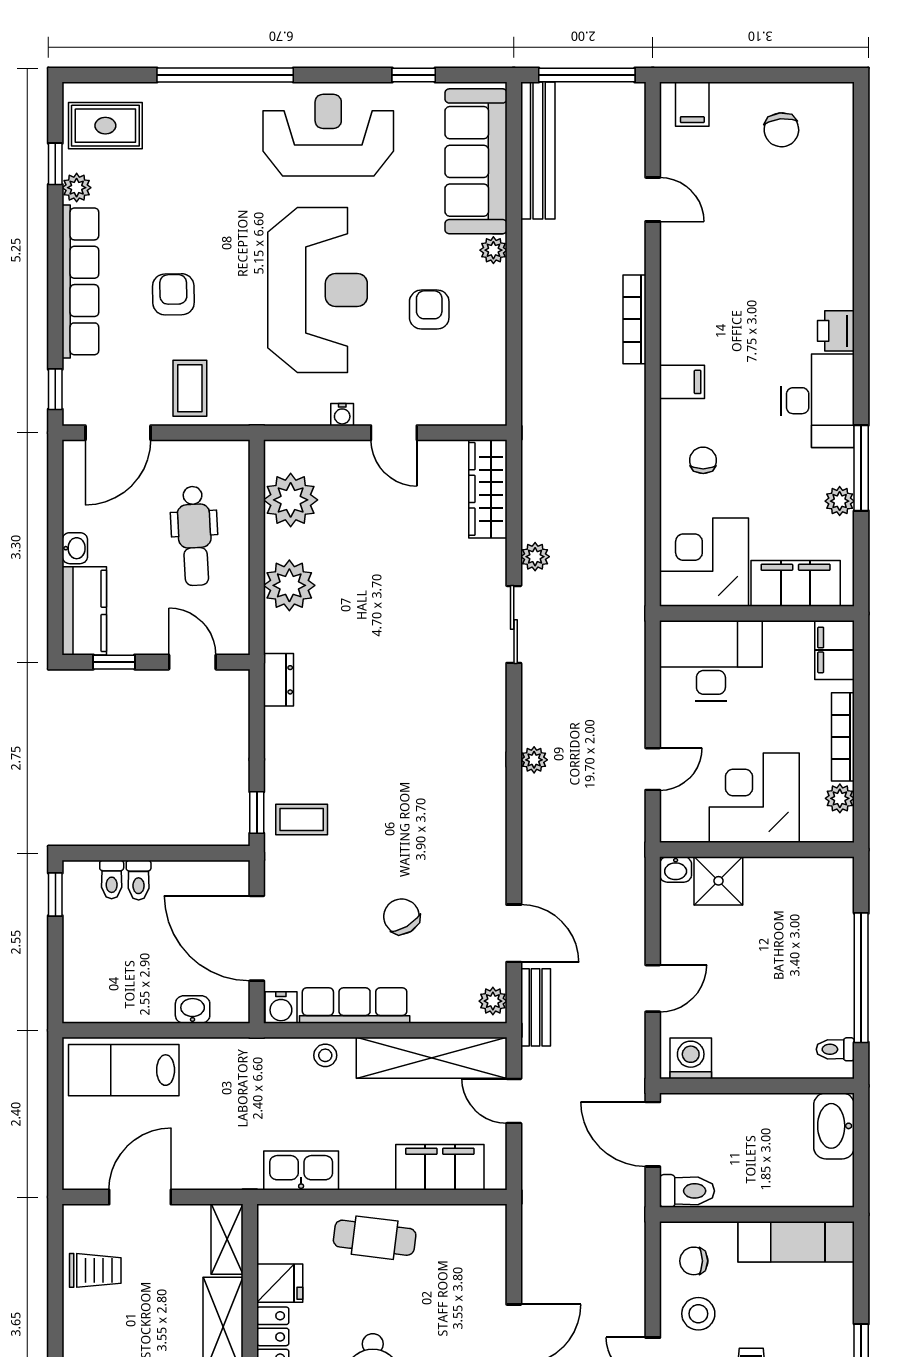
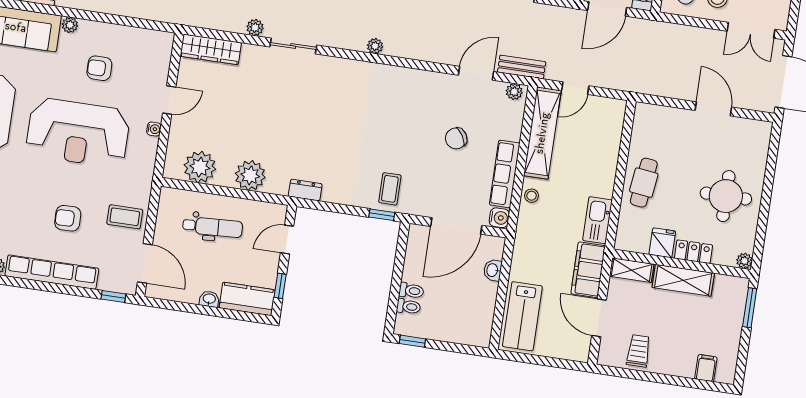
reception desk: (318, 290) -> (78, 133), turned 180
filing cabinet: (440, 1167) -> (588, 270), moved

